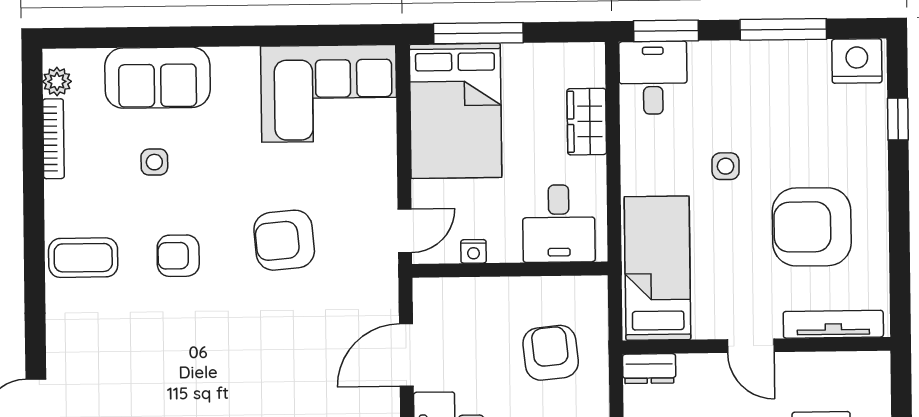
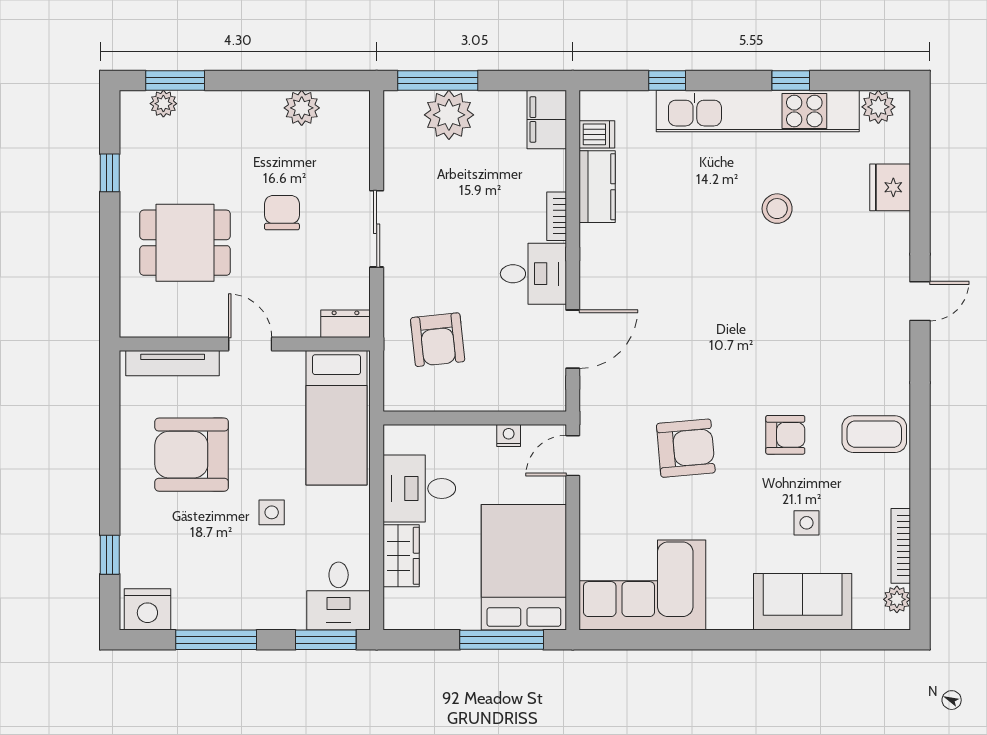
desk: (559, 224) -> (419, 489), moved, turned -90
armchair: (812, 227) -> (192, 455), turned 180

